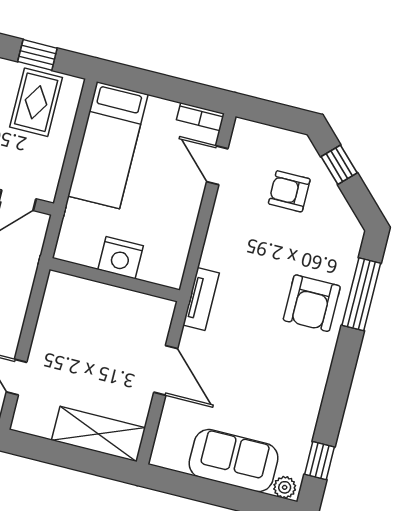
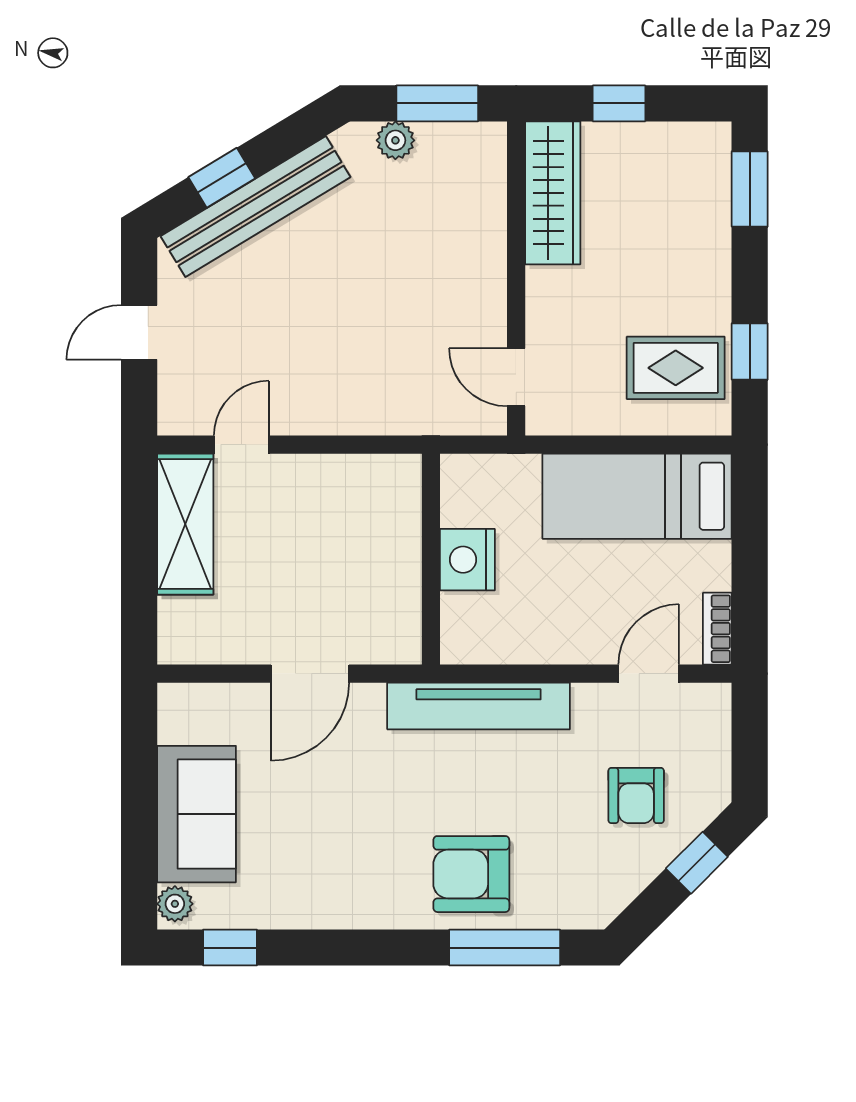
armchair: (289, 191) -> (636, 796), turned 180
tv unit: (201, 299) -> (479, 706), width x1.92, depth x1.29
shelving: (99, 434) -> (185, 524), moved

